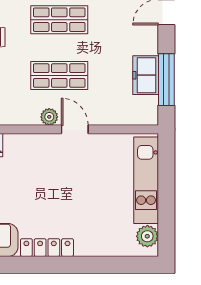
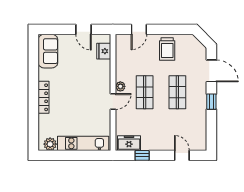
freezer: (146, 75) -> (129, 143), moved
window: (166, 80) -> (142, 155), width x0.46
locker: (47, 248) -> (43, 97), moved

